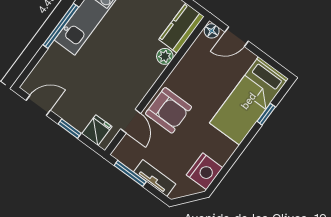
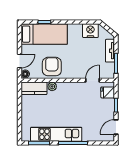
door: (237, 37) -> (20, 61), hinge flipped
door: (38, 105) -> (116, 127), hinge flipped
armchair: (169, 110) -> (52, 67), moved

